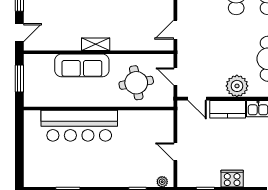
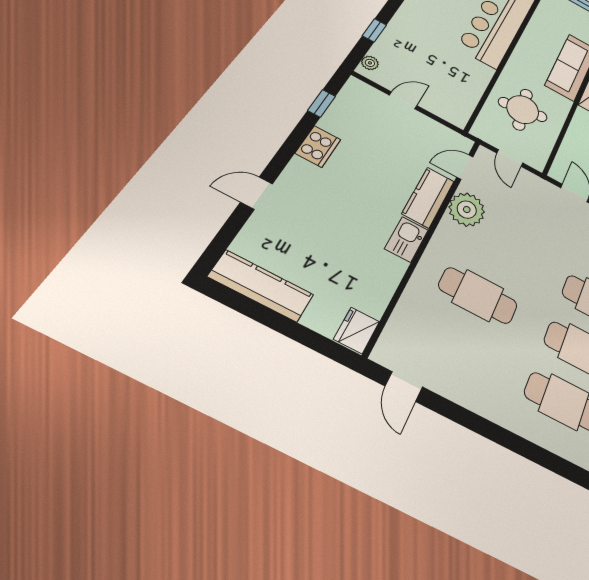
door: (175, 76) -> (510, 158), swing flipped
plant: (237, 86) -> (467, 210), moved

